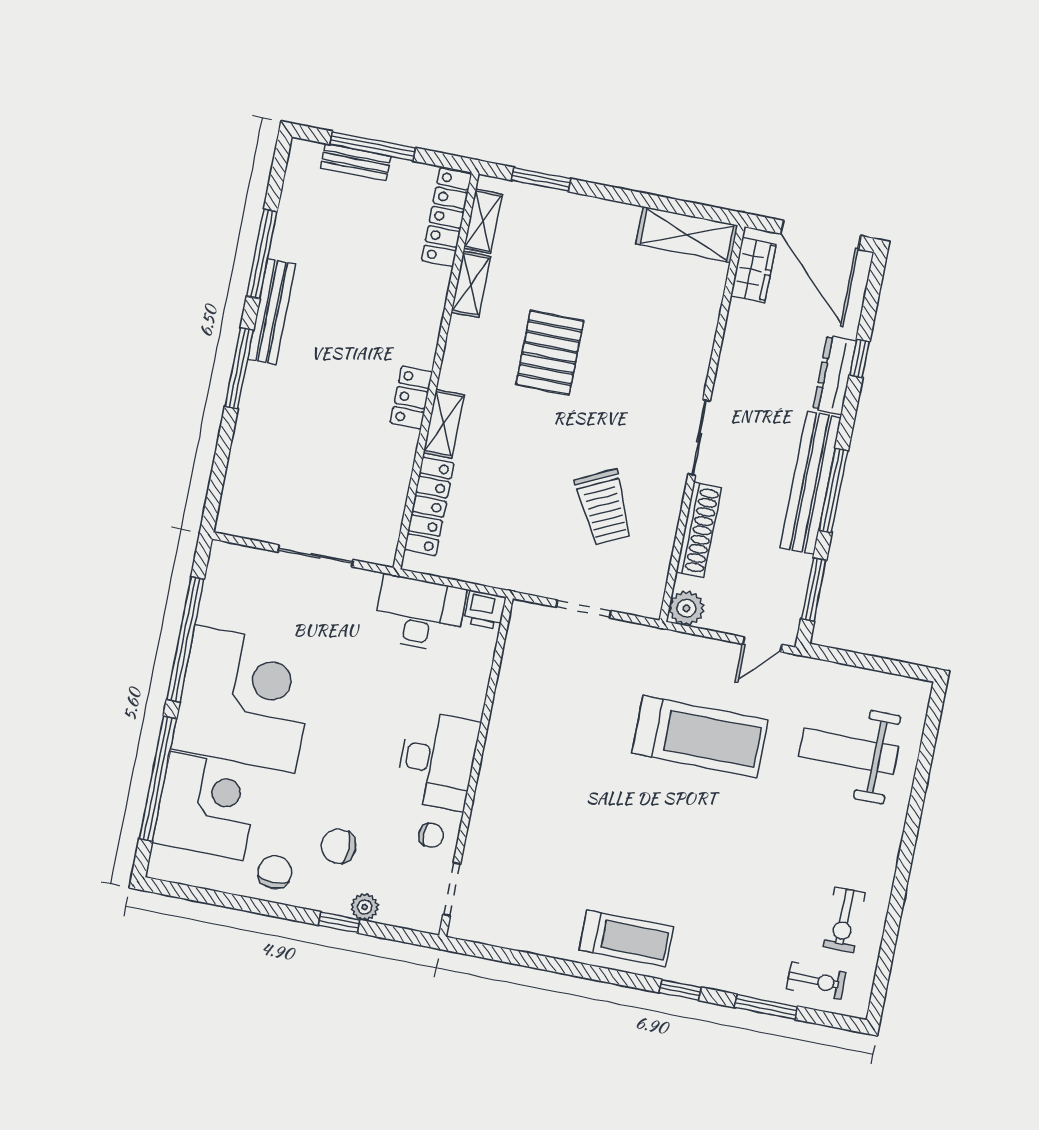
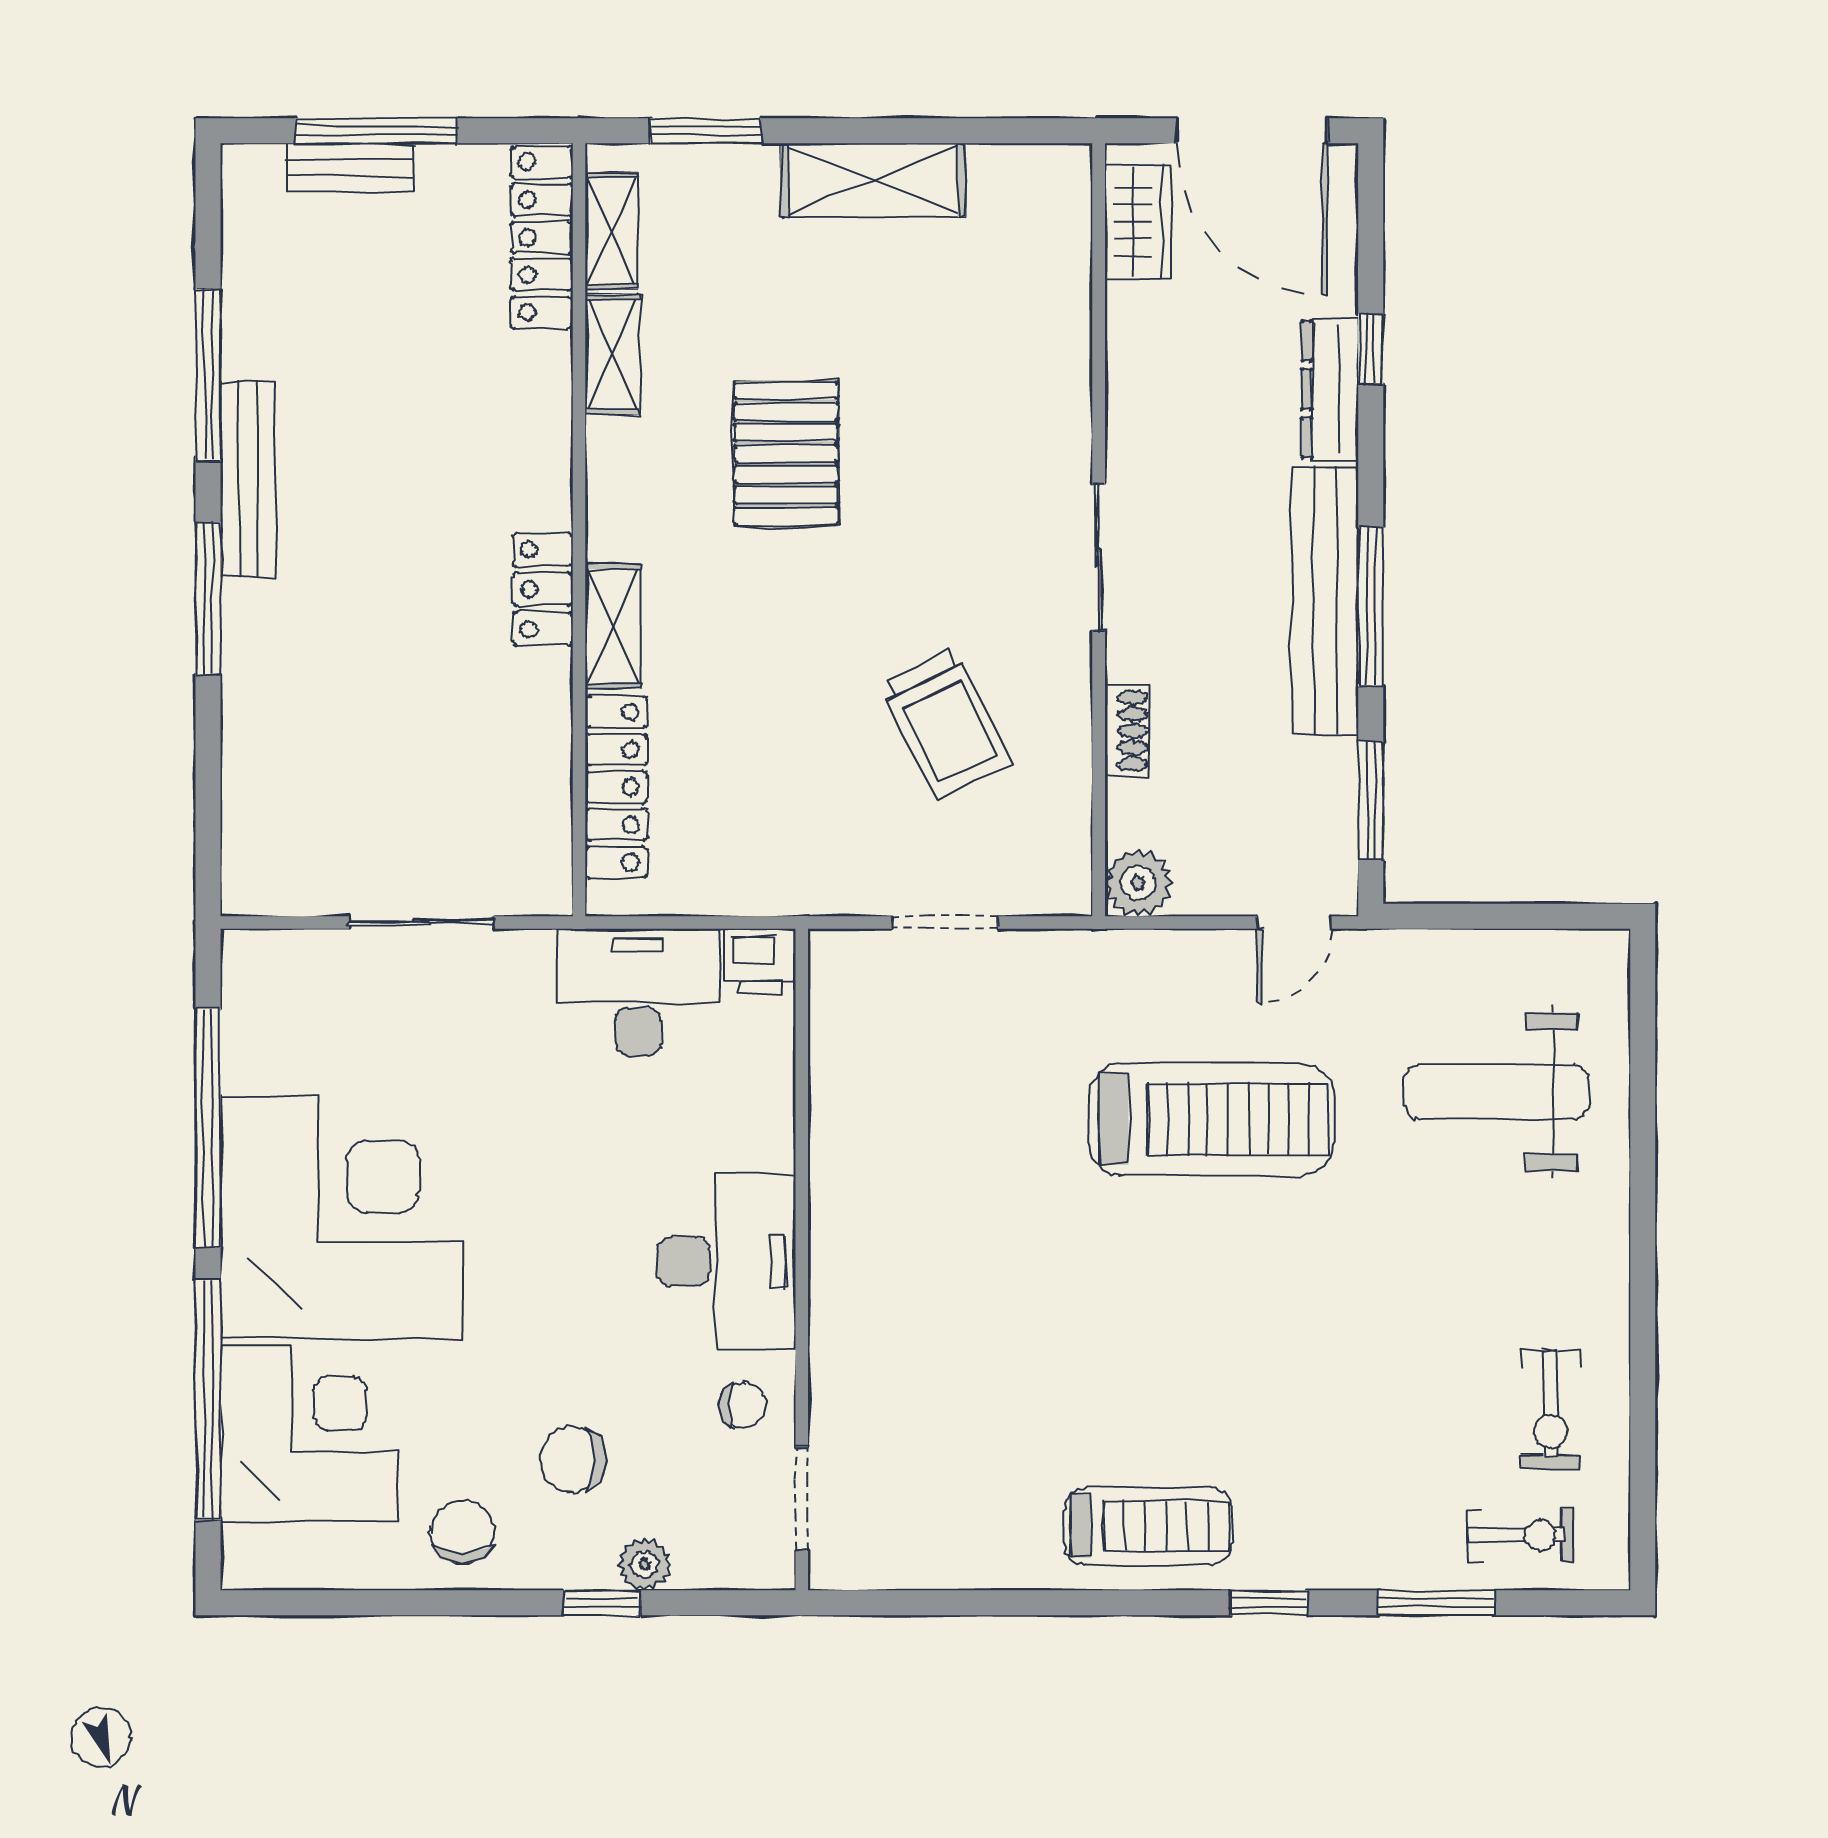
shelving: (687, 235) -> (873, 180), moved
shoe rack: (699, 530) -> (1127, 731), width x0.51, depth x0.81

